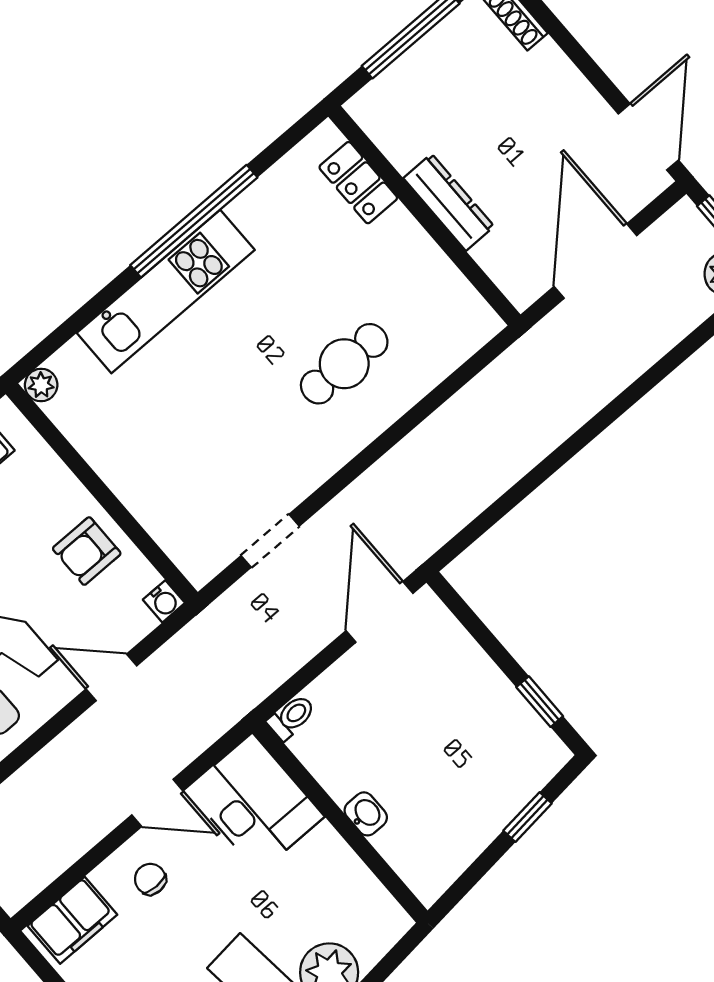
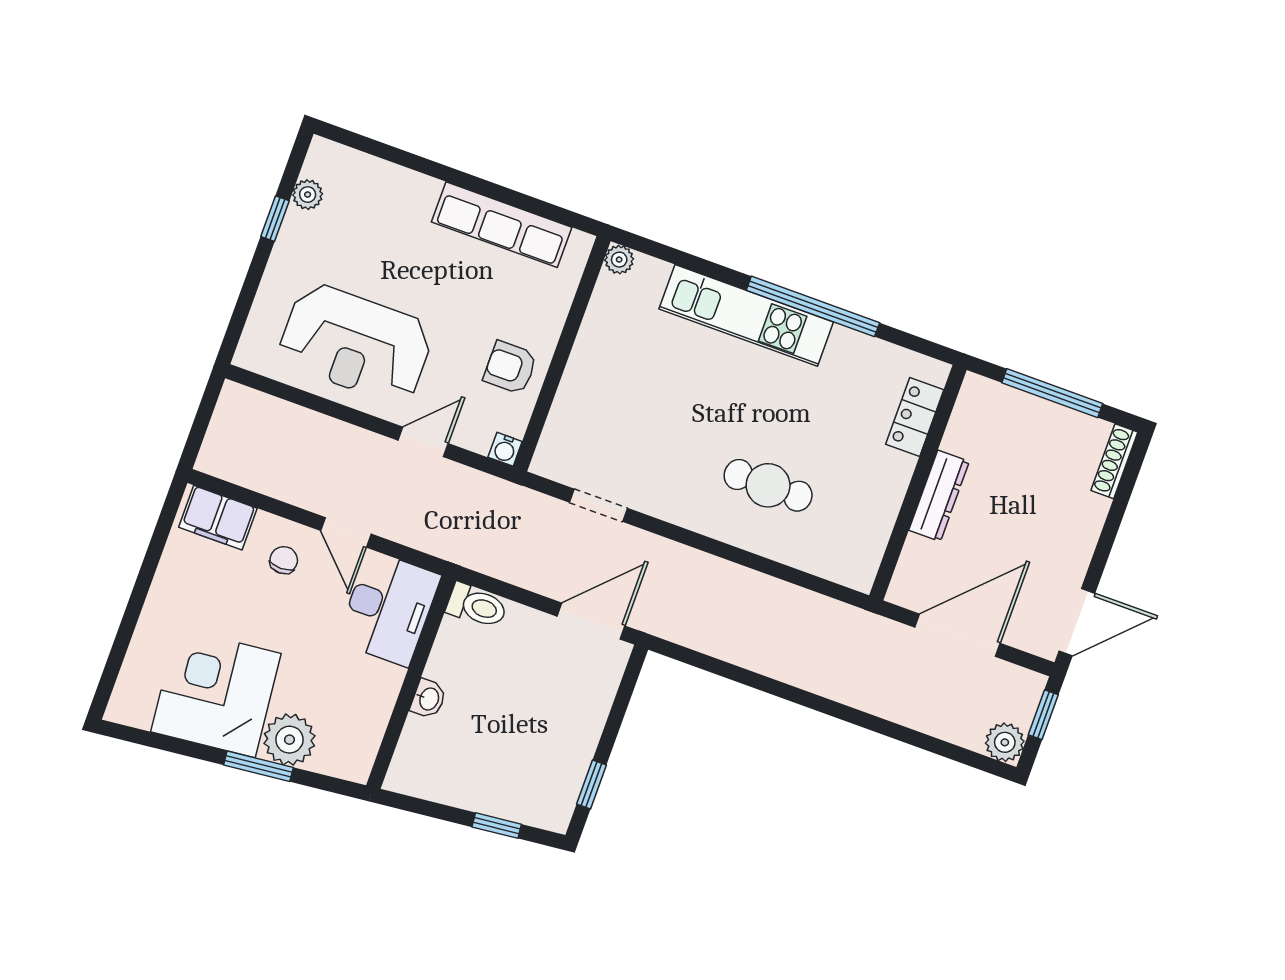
door: (111, 677) -> (423, 442), hinge flipped
toilet: (291, 717) -> (477, 606), width x1.37, depth x1.39

